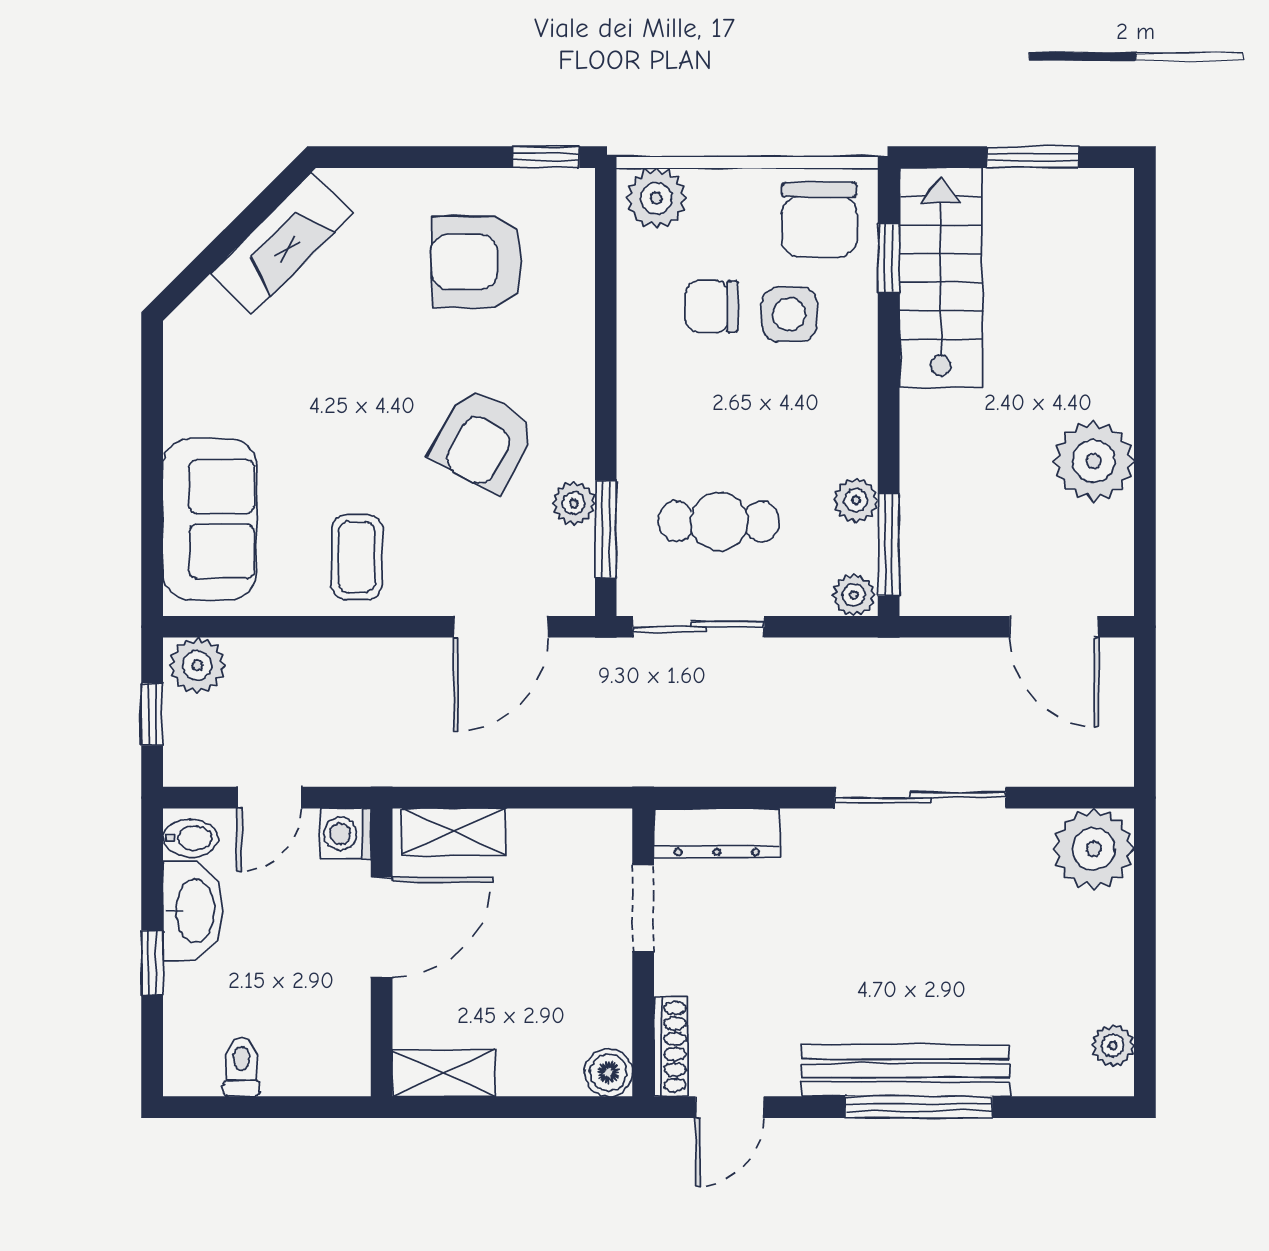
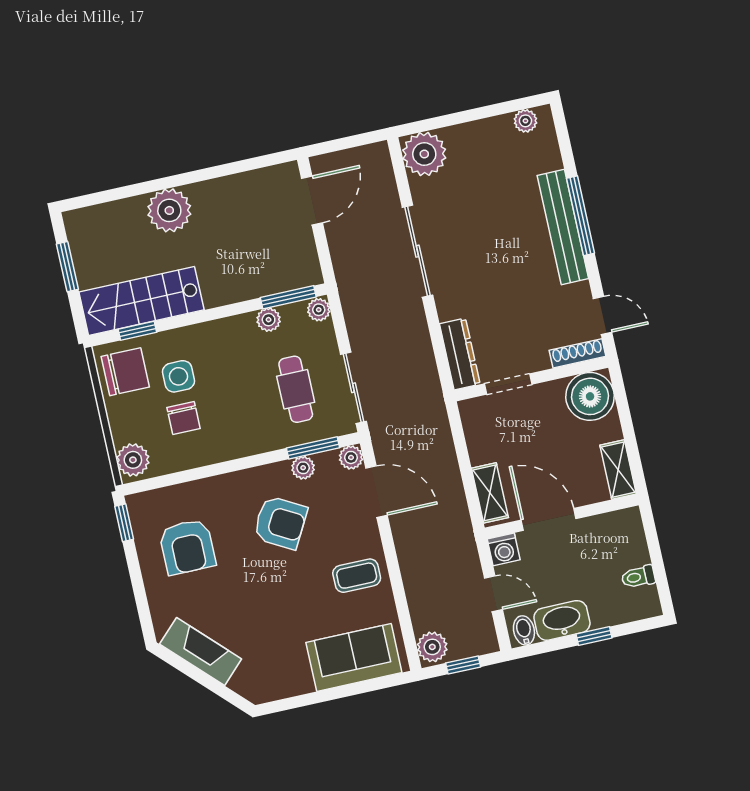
plant: (1094, 461) -> (169, 210), moved
plant: (573, 594) -> (351, 457), added
boiler: (608, 1072) -> (590, 396), width x1.86, depth x1.86

